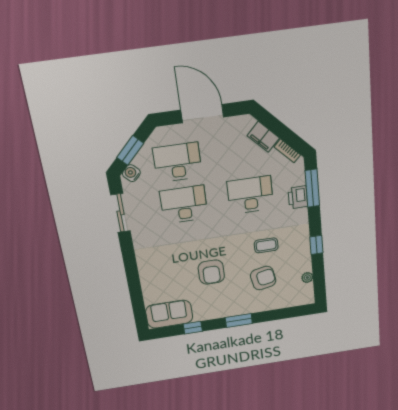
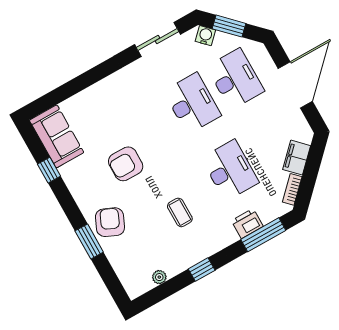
armchair: (263, 278) -> (110, 222), moved, turned -145
window: (239, 320) -> (89, 242), moved

